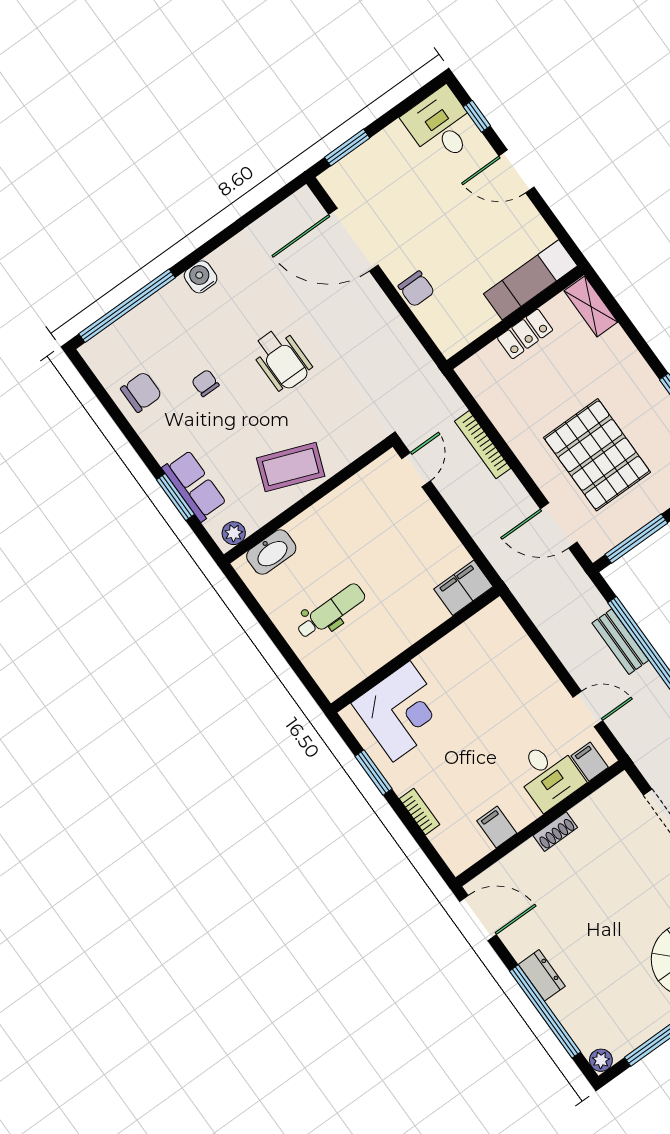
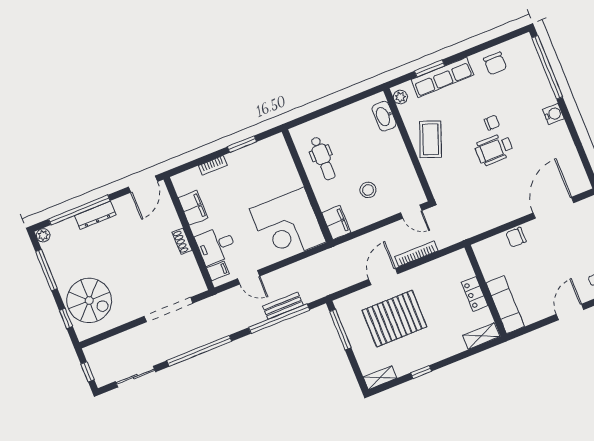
chair: (205, 383) -> (492, 123), moved
row of seats: (194, 486) -> (442, 77), width x1.48
door: (559, 526) -> (383, 277), moved
stool: (398, 549) -> (368, 190), added
dental chair: (331, 611) -> (323, 158), moved
door: (588, 709) -> (249, 277), hinge flipped
corner desk: (402, 711) -> (288, 225), moved, width x1.36, depth x1.36
filing cabinet: (497, 827) -> (193, 208), width x2.00
dresser: (542, 975) -> (95, 215), width x1.44

